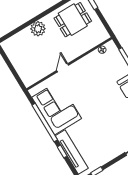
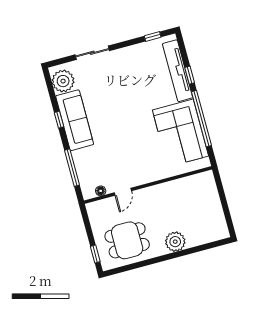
door: (63, 68) -> (123, 192), moved

